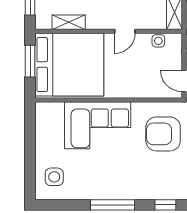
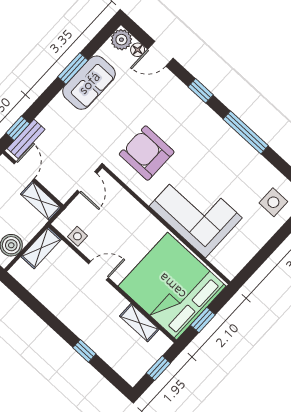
window: (30, 61) -> (203, 320), width x0.67
armchair: (163, 134) -> (147, 153), turned 180

